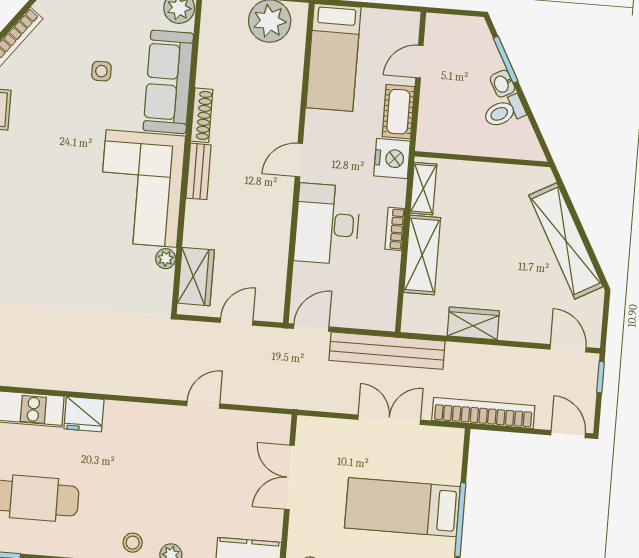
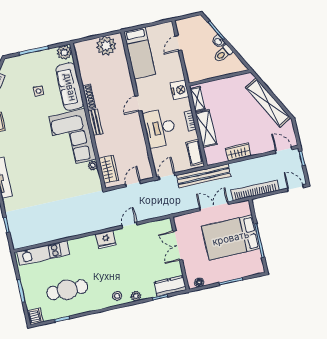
cot: (398, 112) -> (195, 153), moved
fridge: (84, 414) -> (106, 239), moved
bed: (402, 507) -> (231, 238), width x1.50

